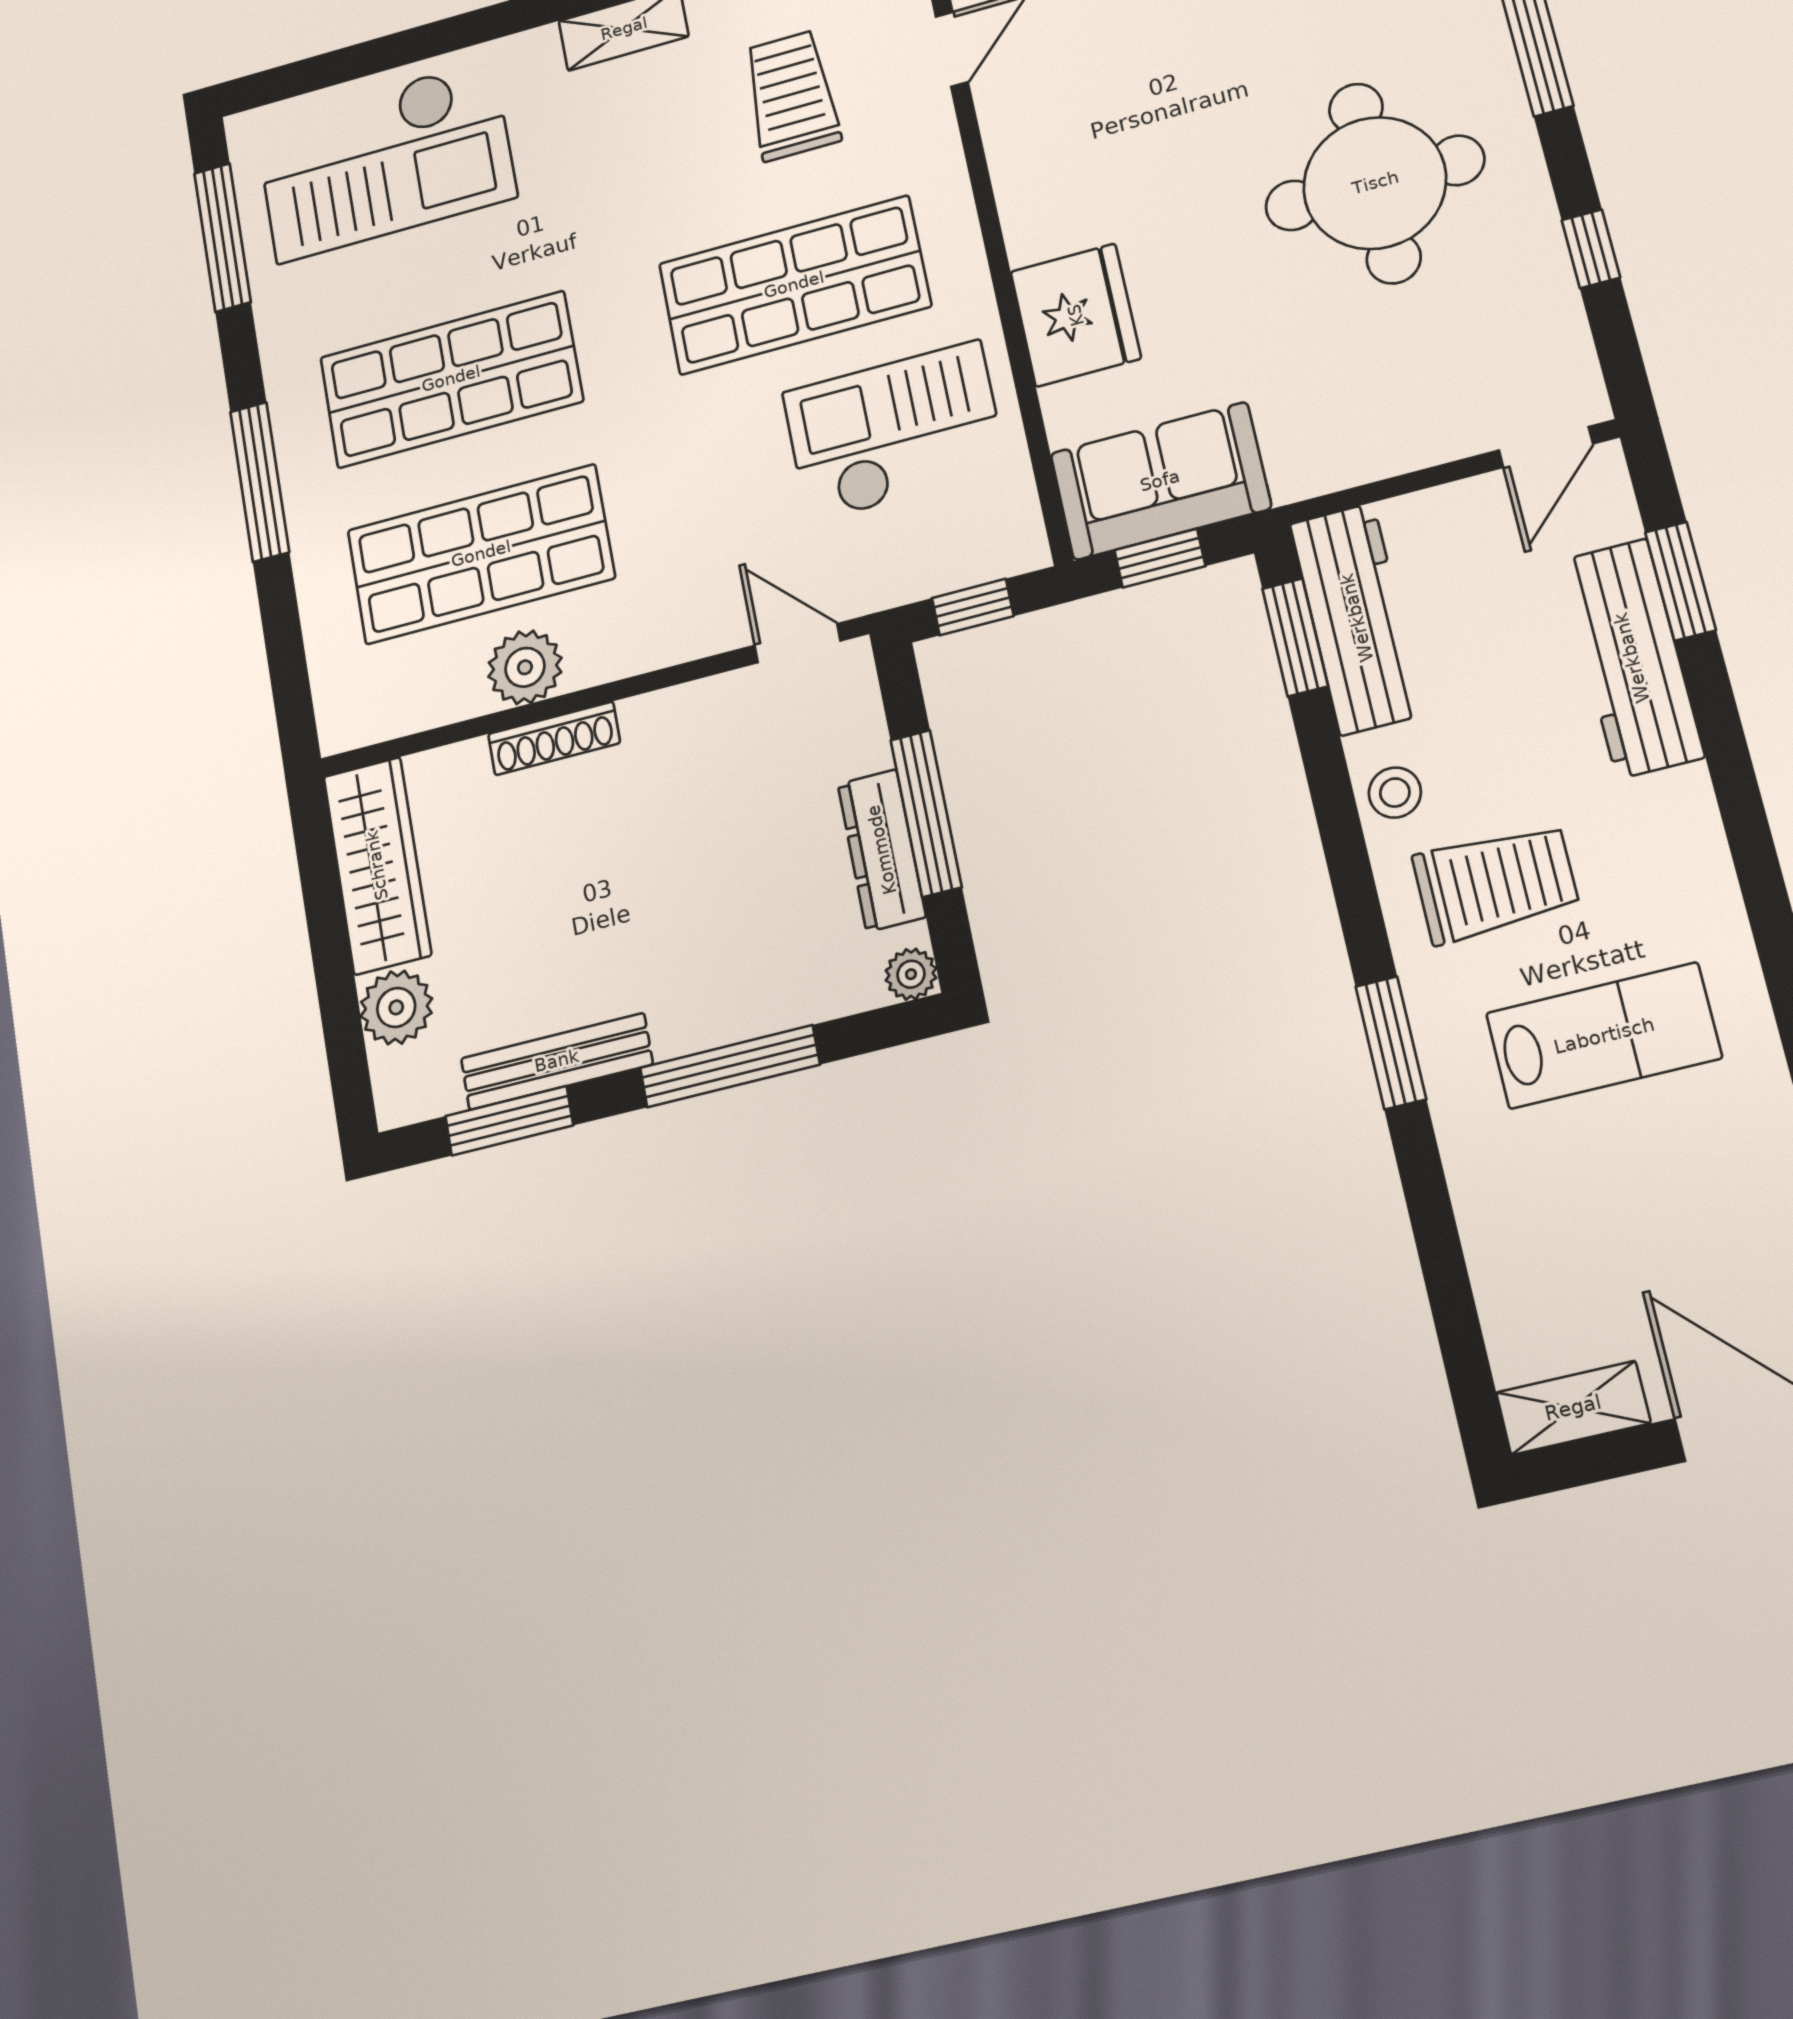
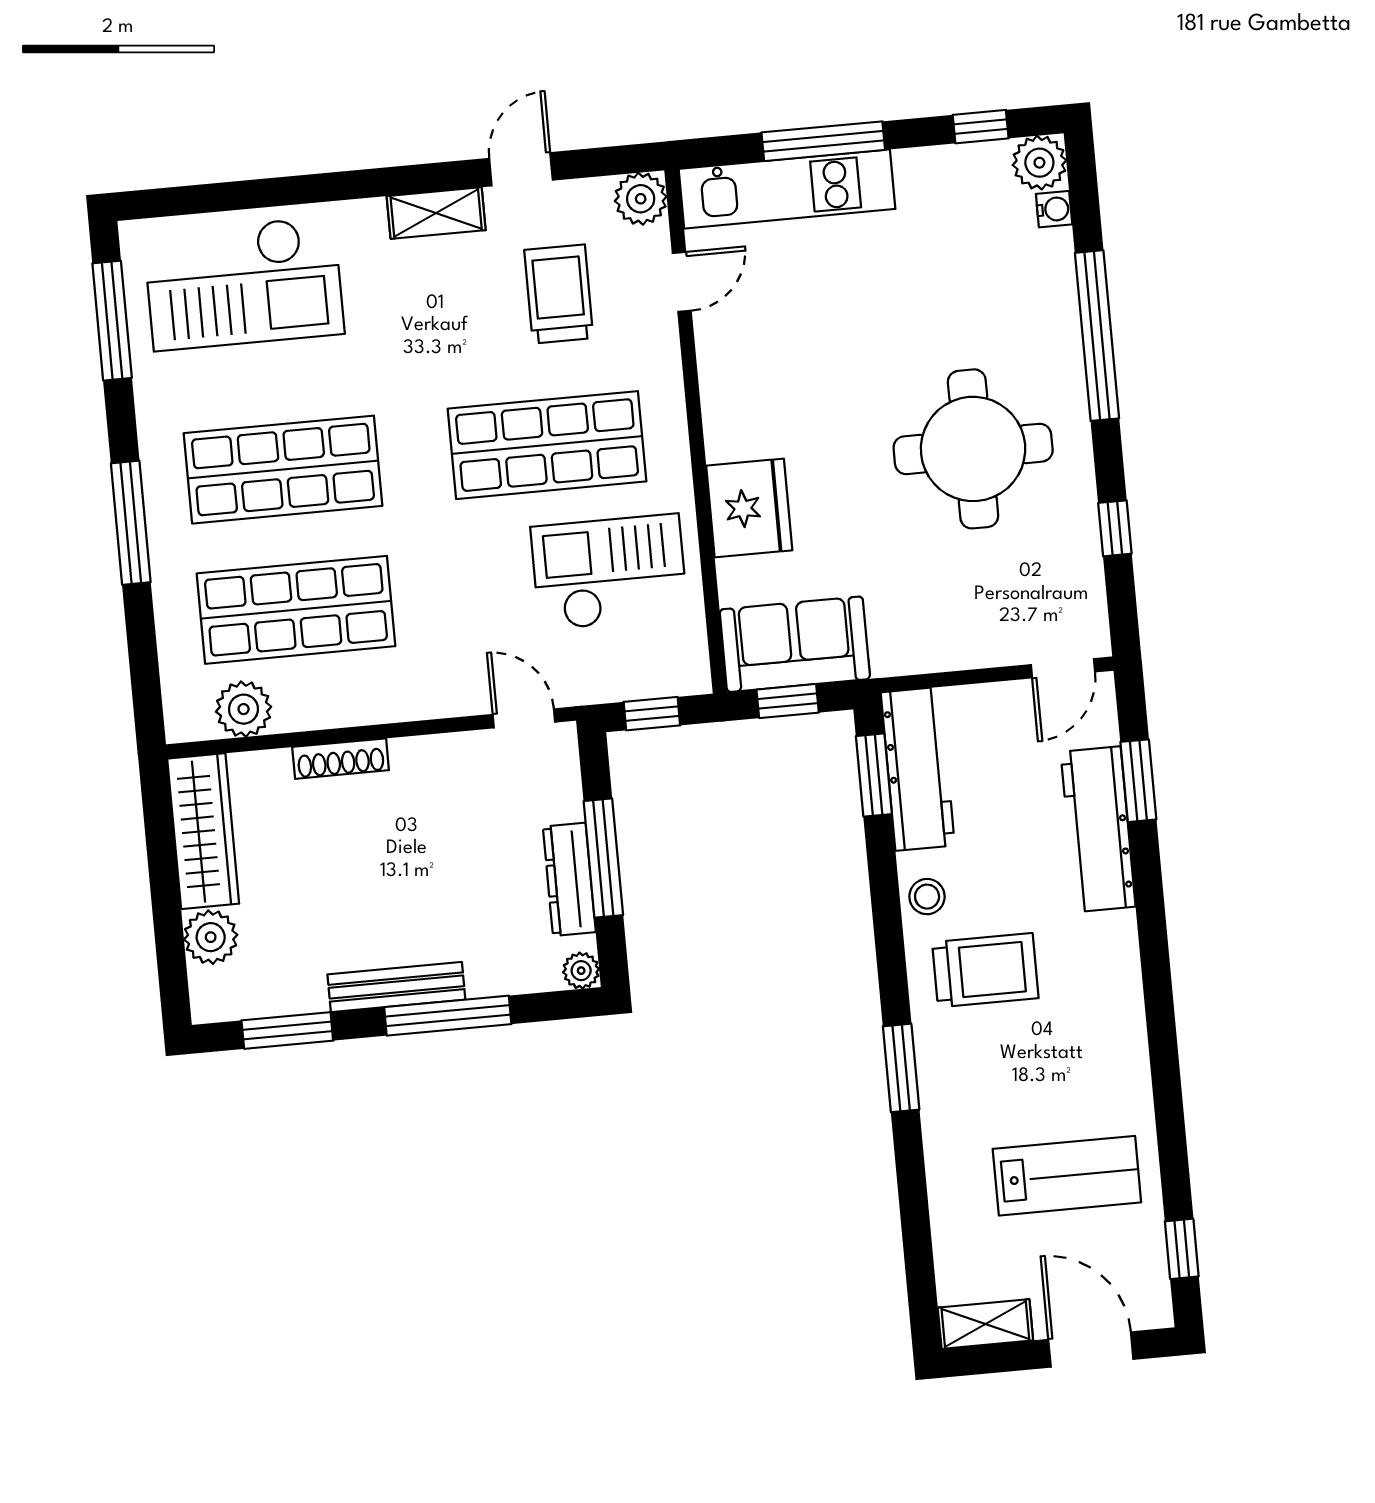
plant: (525, 667) -> (244, 709), moved
lab bench: (1604, 1036) -> (1067, 1176), moved
bench: (557, 1061) -> (396, 987), moved

